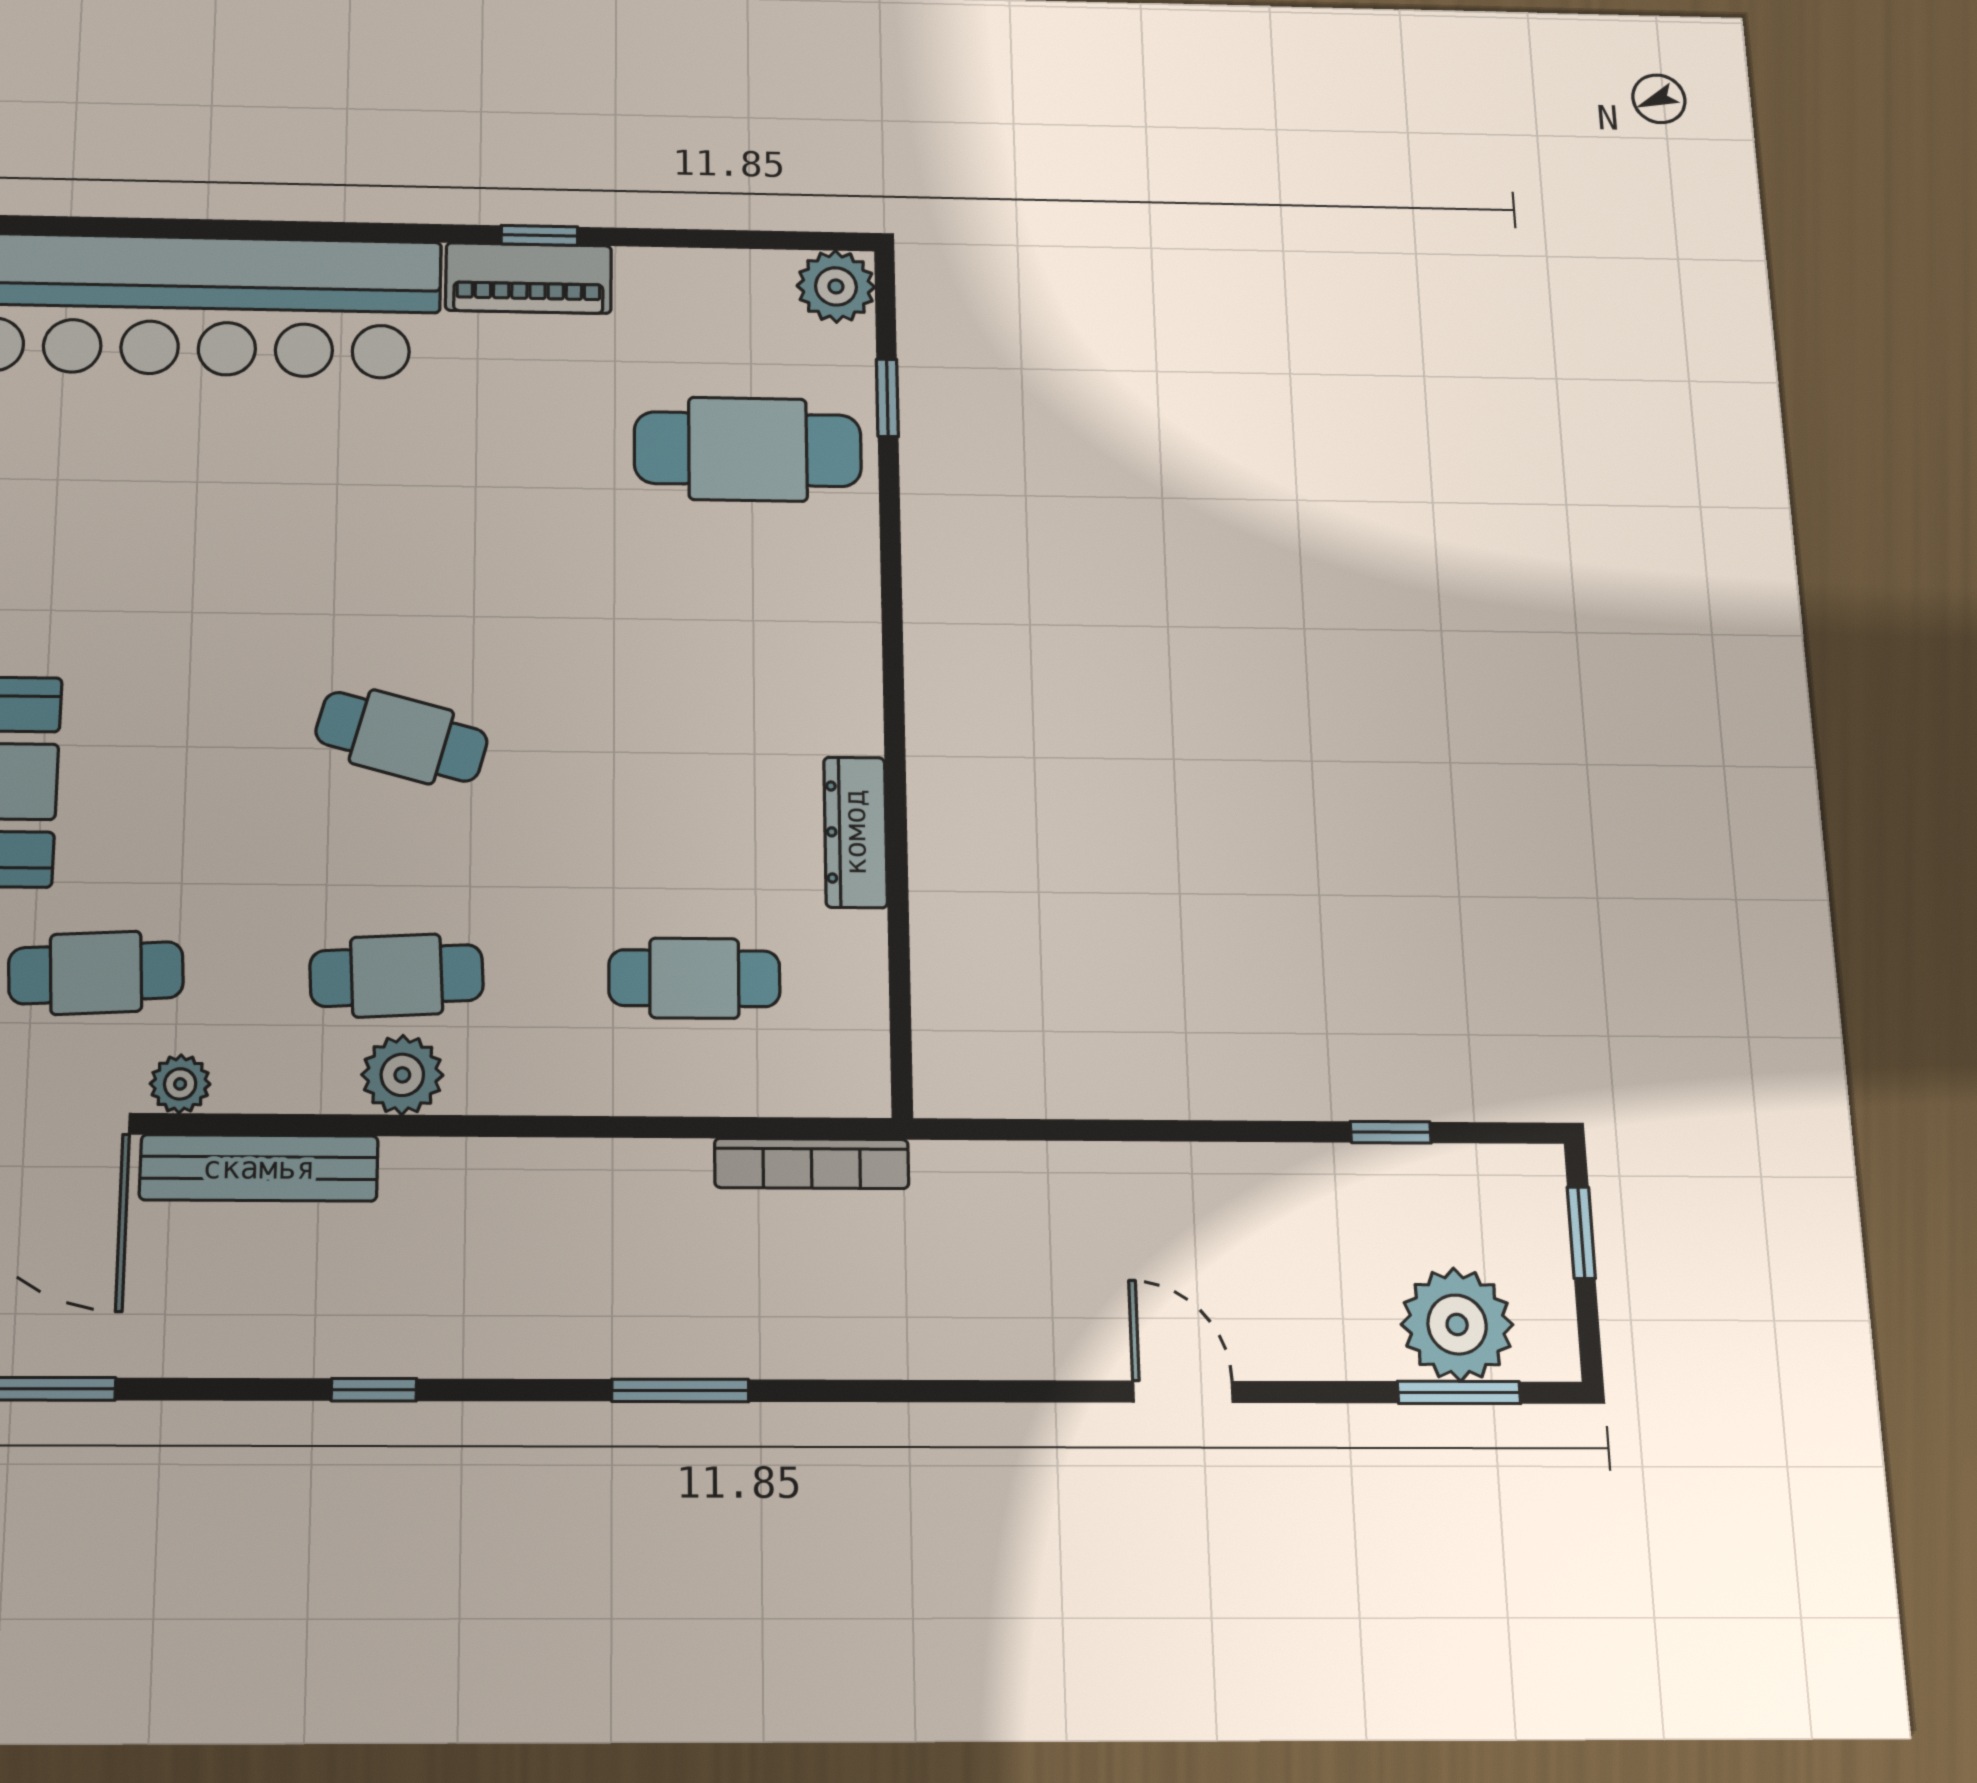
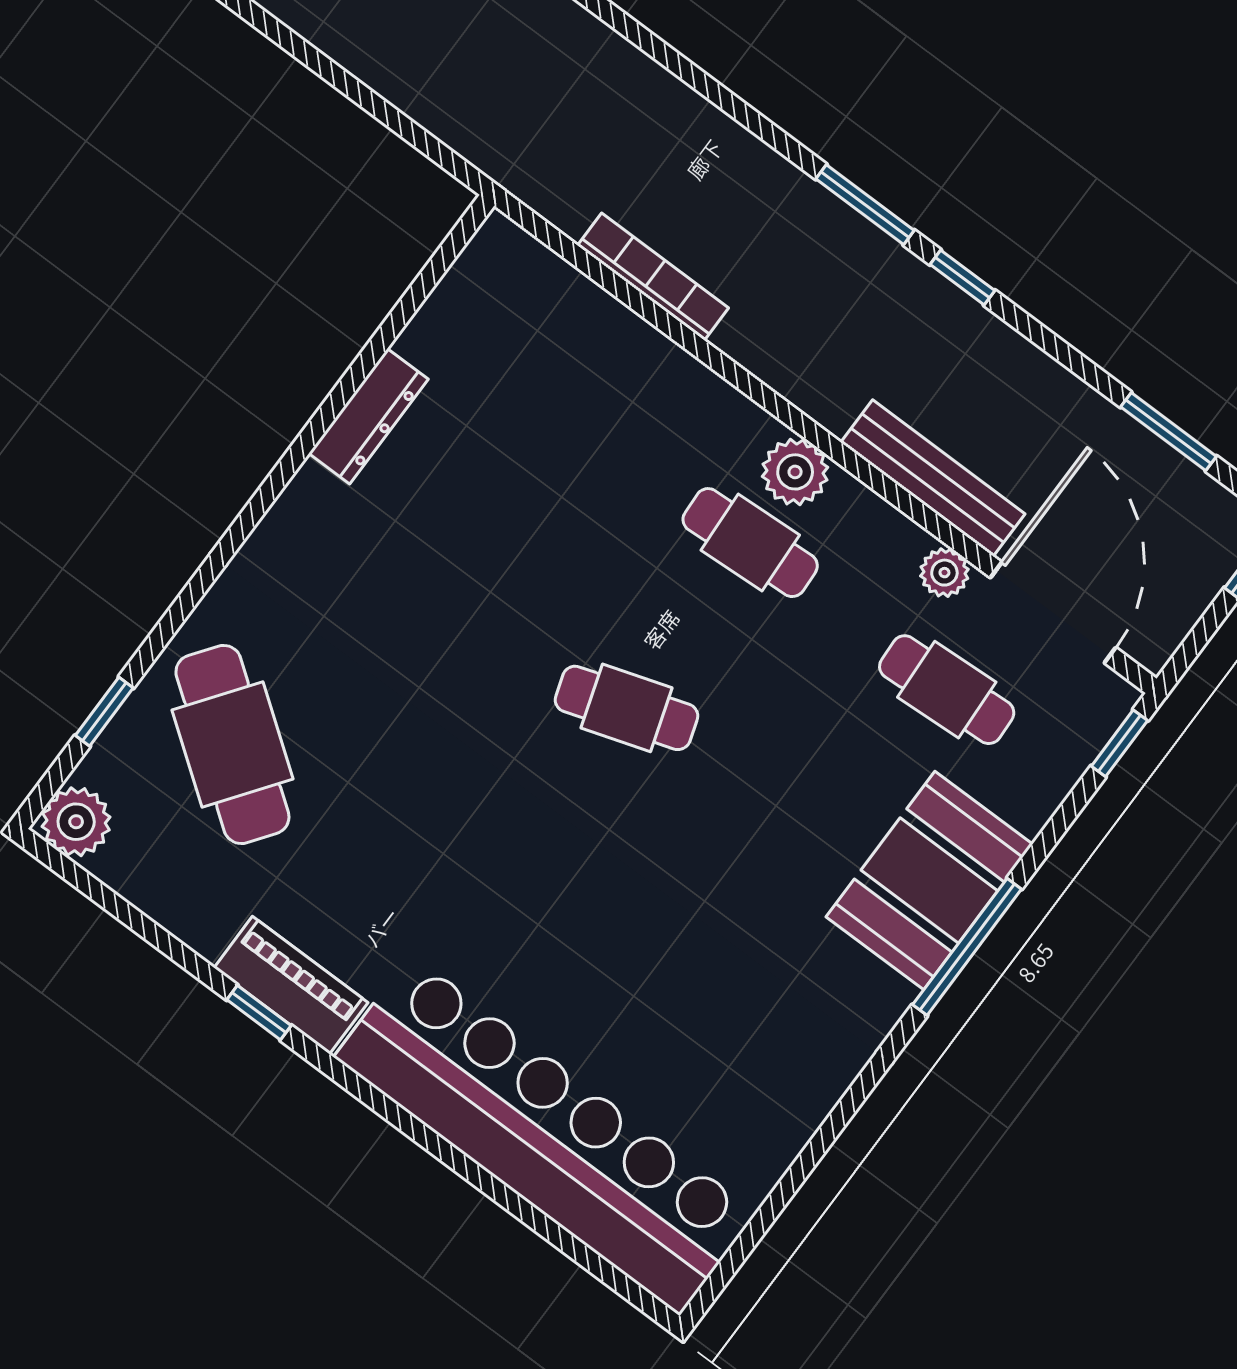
cafe table: (748, 449) -> (232, 744), turned 36
cafe table: (401, 737) -> (626, 708), turned -33
cafe table: (694, 978) -> (554, 396), removed
bookcase: (812, 1163) -> (653, 277), moved
window: (680, 1390) -> (865, 205), moved

